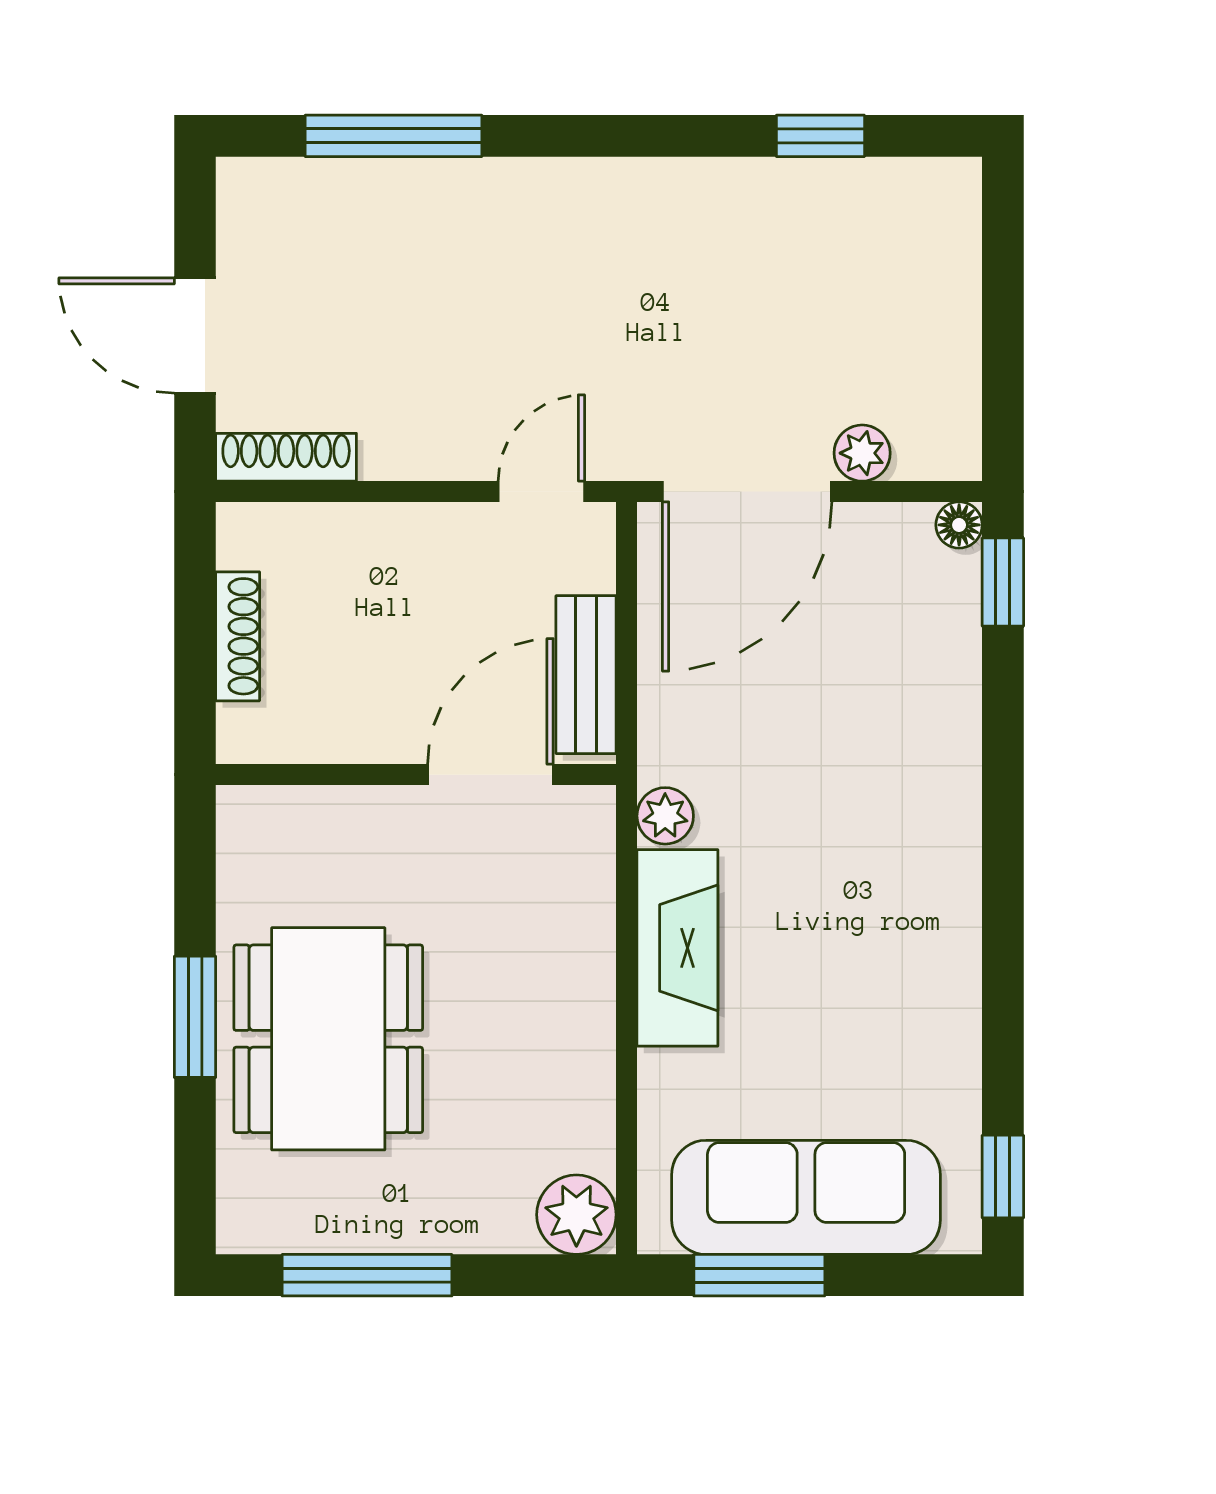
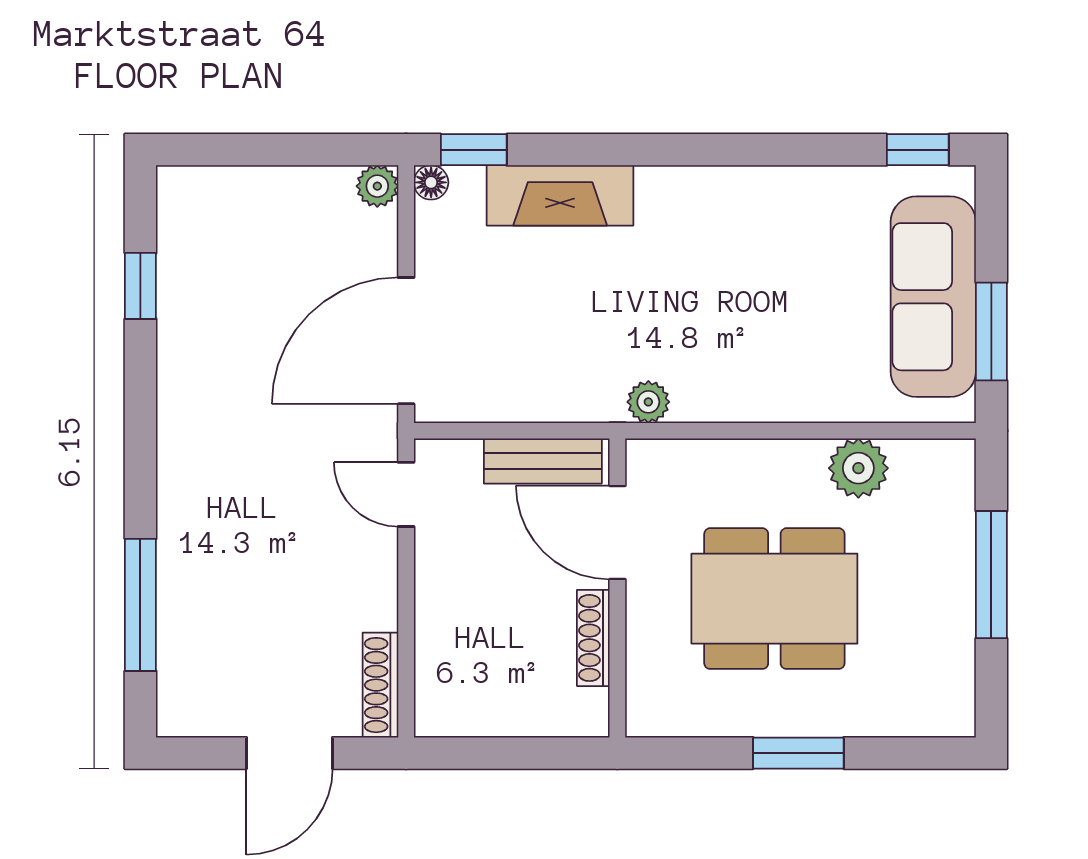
plant: (862, 453) -> (377, 186), moved
door: (747, 491) -> (406, 341), swing flipped
shoe rack: (238, 636) -> (593, 638), moved, turned -90
fireplace: (677, 948) -> (560, 195), moved, turned 180
dining table: (328, 1039) -> (774, 599), moved
plant: (576, 1215) -> (858, 468), moved
window: (367, 1275) -> (991, 575), moved

